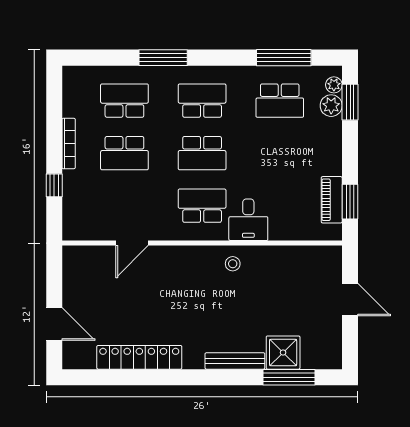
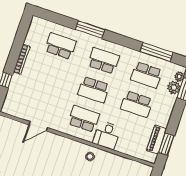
school desk: (124, 153) -> (137, 104), moved

